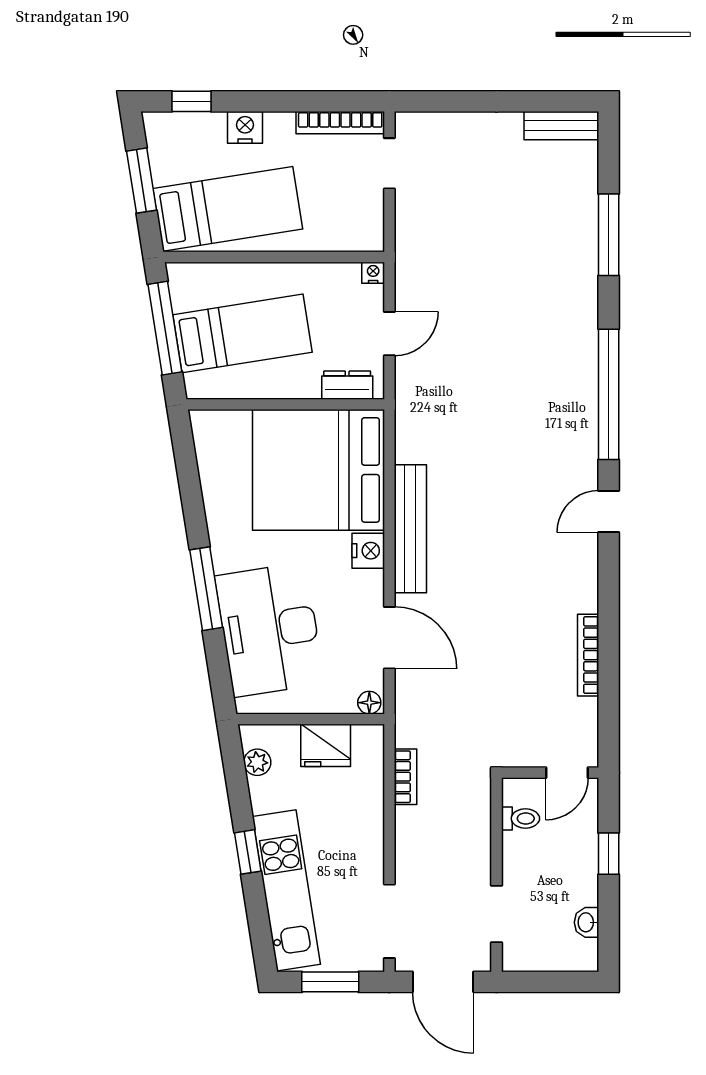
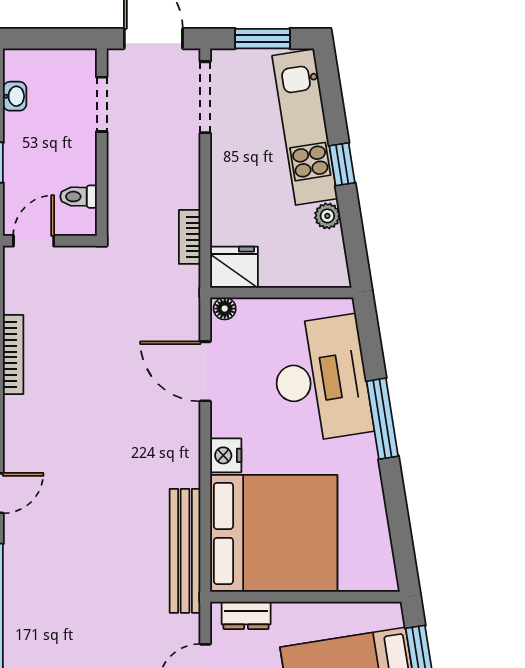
bench: (410, 529) -> (185, 551), moved
fridge: (326, 745) -> (234, 267), moved
plant: (257, 762) -> (327, 216), moved

